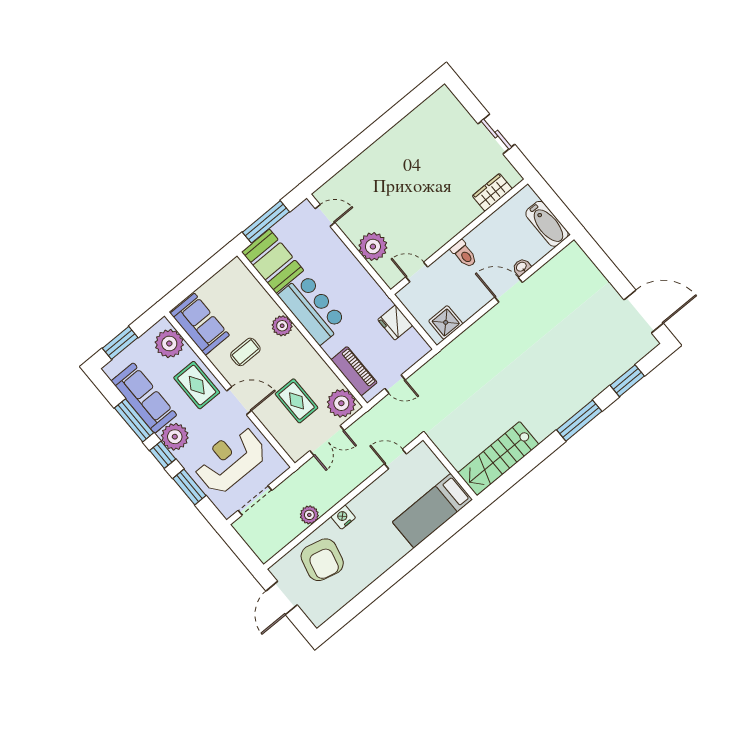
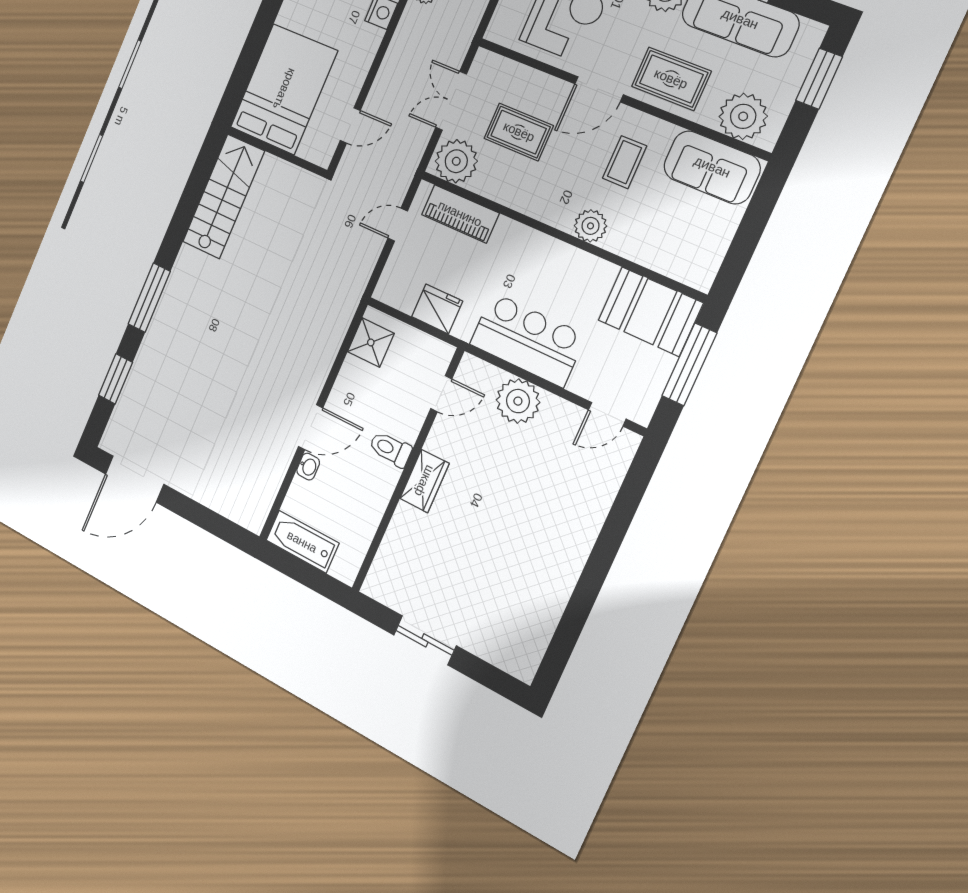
wardrobe: (492, 192) -> (424, 481), moved
bar counter: (313, 309) -> (527, 340), moved, turned 180
bed: (432, 511) -> (284, 89), width x1.50

